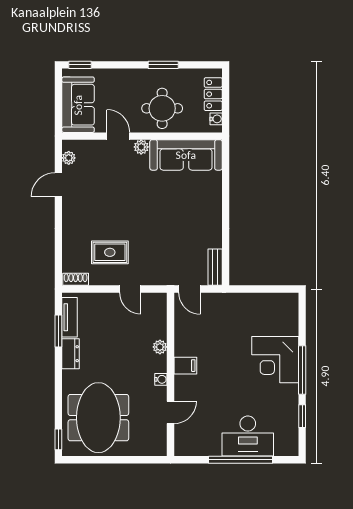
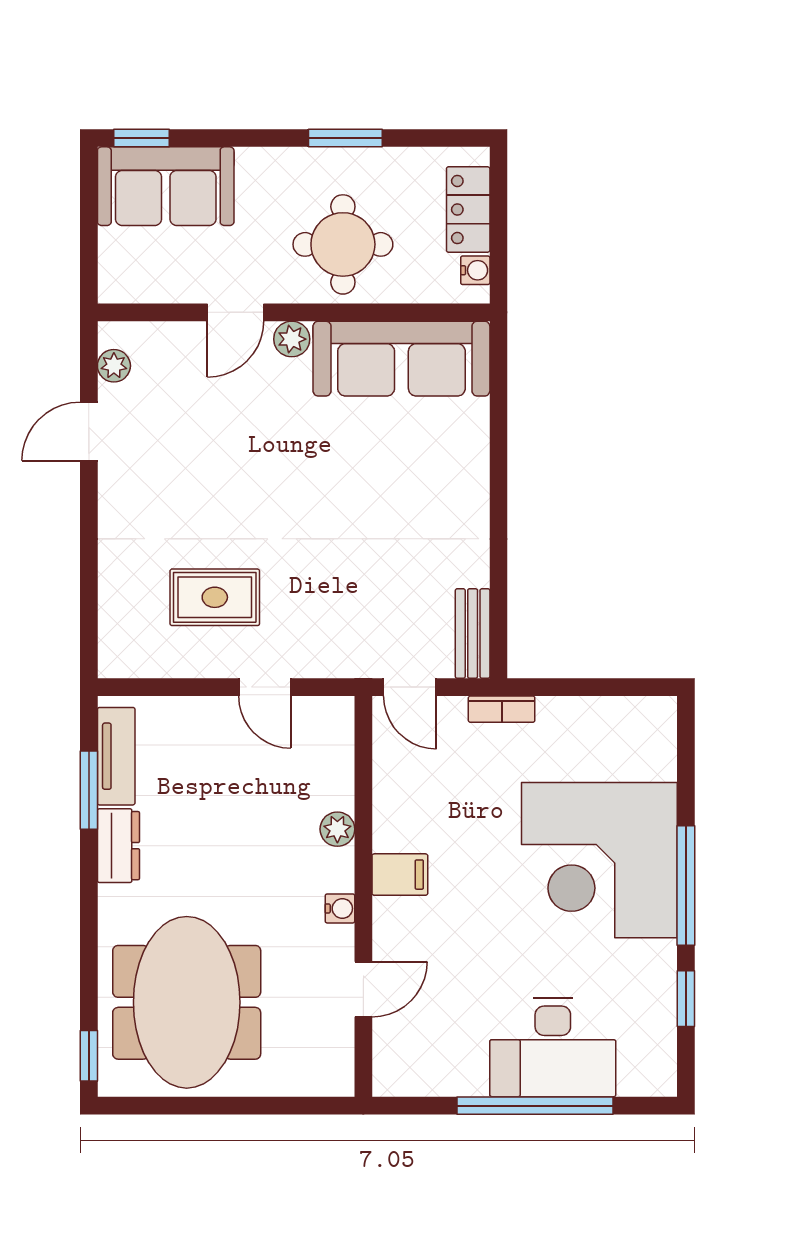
sofa: (78, 105) -> (166, 186), moved, turned 90
door: (118, 136) -> (235, 312), swing flipped
shoe rack: (76, 279) -> (131, 663), removed
bookcase: (227, 298) -> (502, 709), added
corner desk: (275, 360) -> (599, 860), width x1.36, depth x1.36

